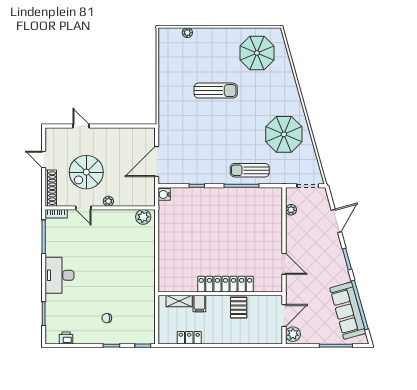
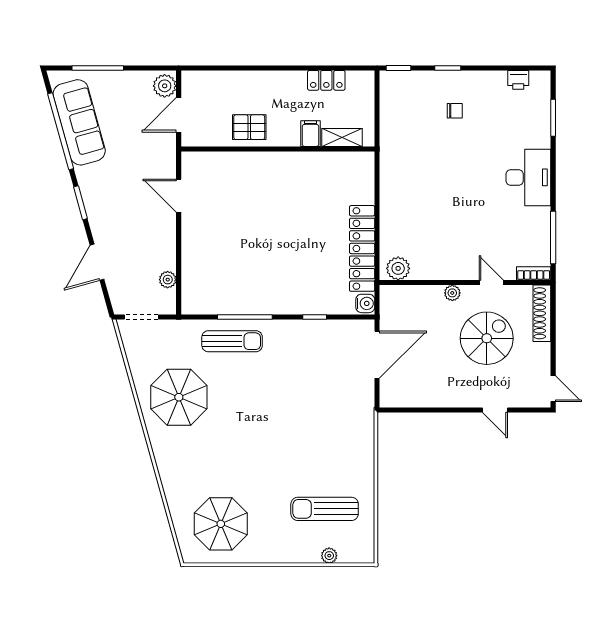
sun lounger: (216, 91) -> (325, 509), moved
door: (44, 160) -> (553, 389), moved
locker: (225, 284) -> (362, 248), moved, turned 90
pallet: (239, 308) -> (249, 127), turned 90

